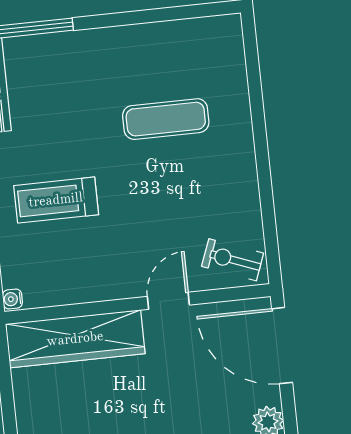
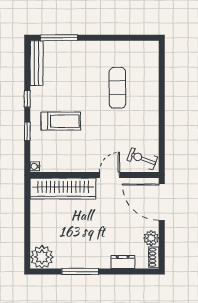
exercise mat: (166, 119) -> (117, 88), turned 90
treadmill: (56, 200) -> (61, 121), turned 180

